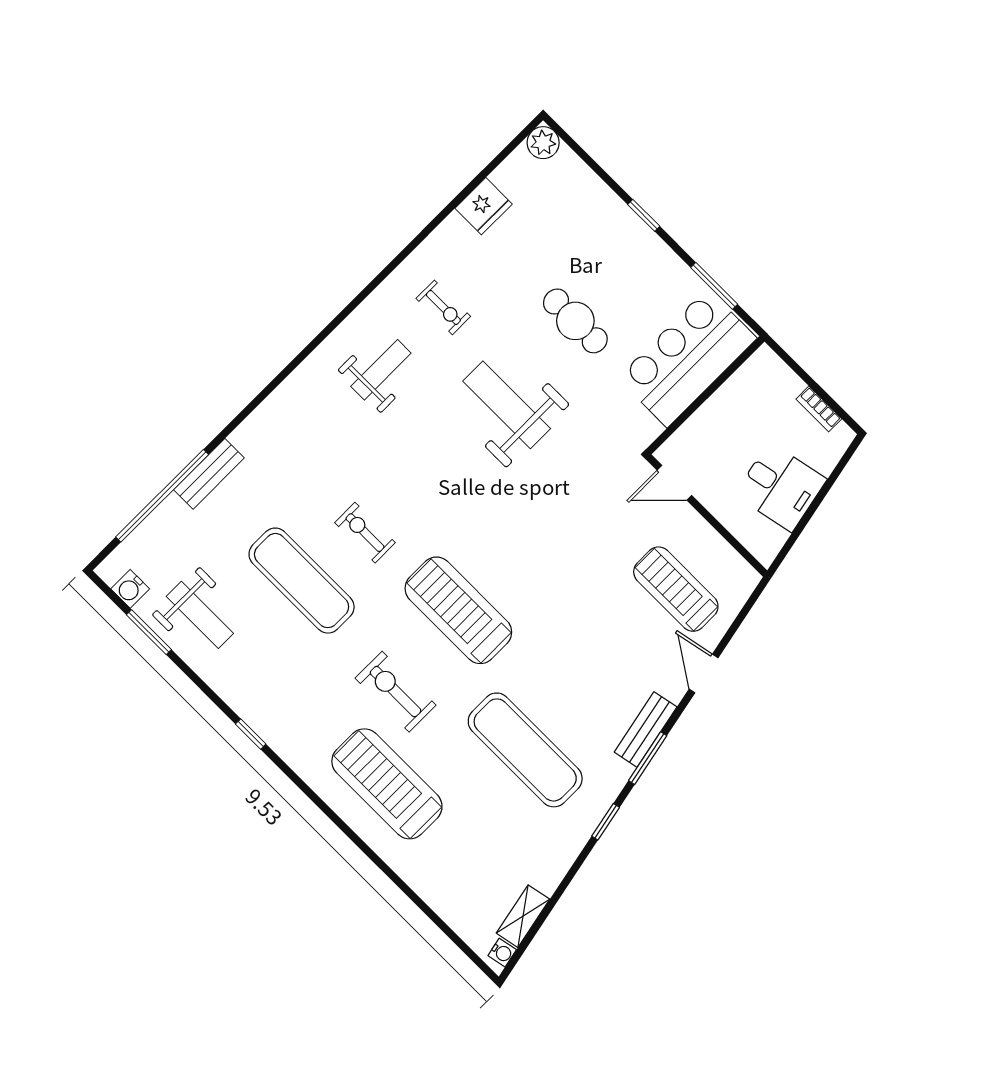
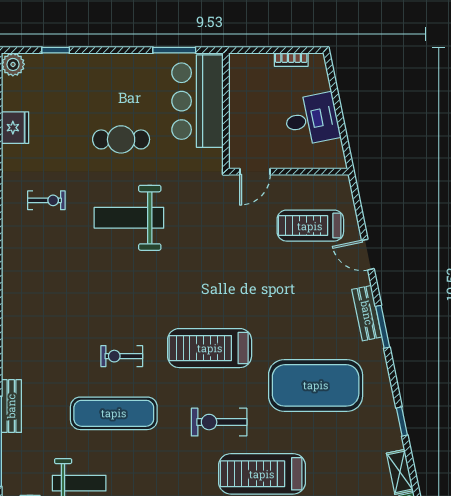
window: (644, 215) -> (56, 50), moved
weight bench: (381, 370) -> (46, 264), removed
exercise mat: (525, 750) -> (316, 385), width x1.47
window: (606, 822) -> (402, 422), moved

